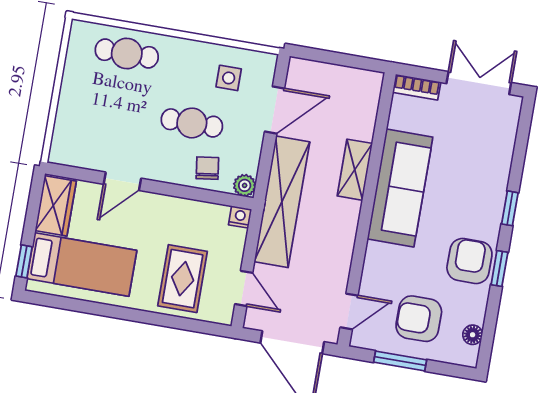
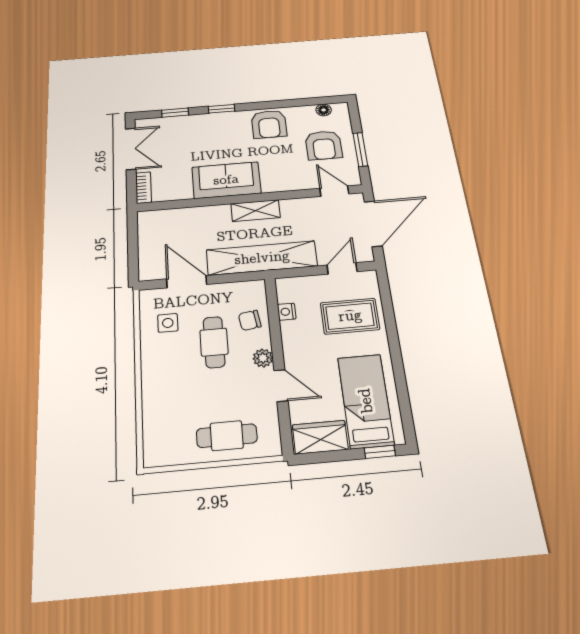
cafe table: (127, 53) -> (227, 436), moved, turned 90
double door: (479, 83) -> (131, 149), swing flipped
shelving: (355, 170) -> (256, 211), moved
plant: (245, 185) -> (263, 358), moved
sofa: (400, 188) -> (226, 180), width x0.73
nightstand: (240, 217) -> (287, 312), moved
armchair: (469, 261) -> (269, 124), turned -90
window: (499, 268) -> (175, 113), moved

